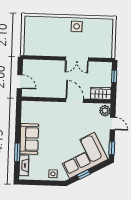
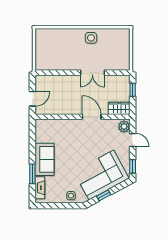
door: (20, 82) -> (32, 99), hinge flipped

